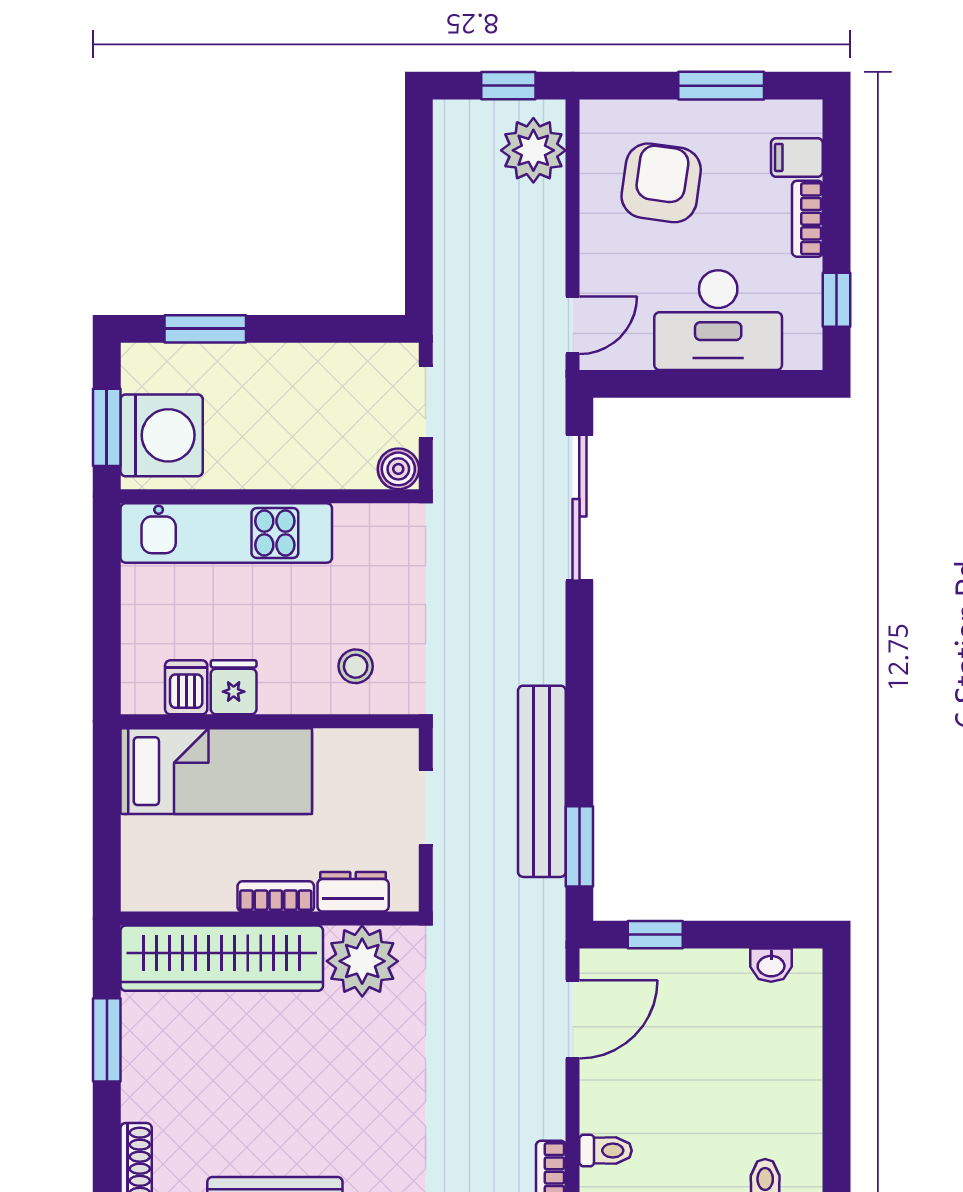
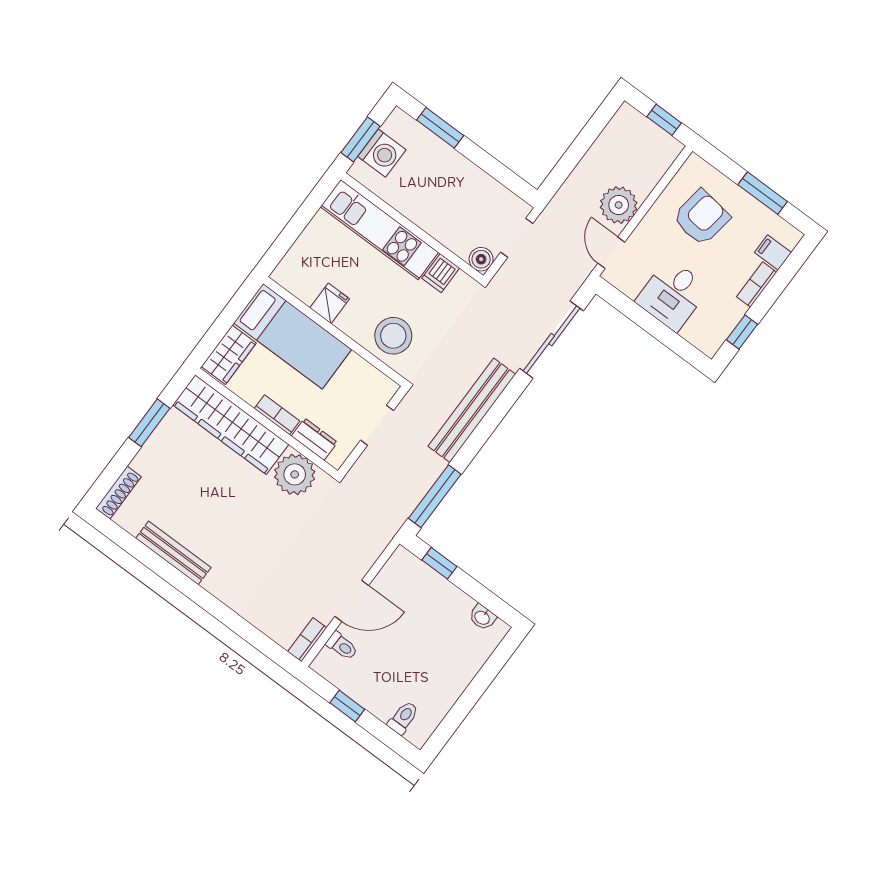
plant: (533, 150) -> (619, 205), moved
desk: (718, 320) -> (672, 295), width x0.73
door: (573, 325) -> (611, 253), swing flipped
washing machine: (162, 435) -> (382, 153), width x0.73, depth x0.73
stool: (356, 666) -> (393, 336), width x1.89, depth x1.89
dishwasher: (186, 687) -> (441, 273), moved, turned 180
bench: (542, 781) -> (472, 410), moved
window: (579, 846) -> (435, 496), width x1.44
wardrobe: (147, 863) -> (229, 355), added
door: (573, 1019) -> (352, 601), moved

